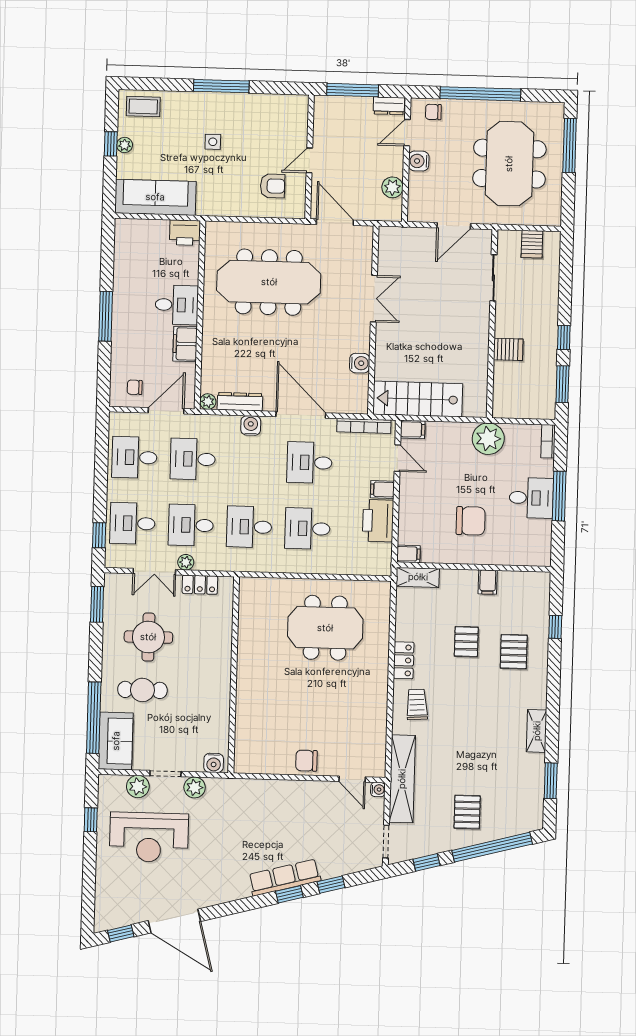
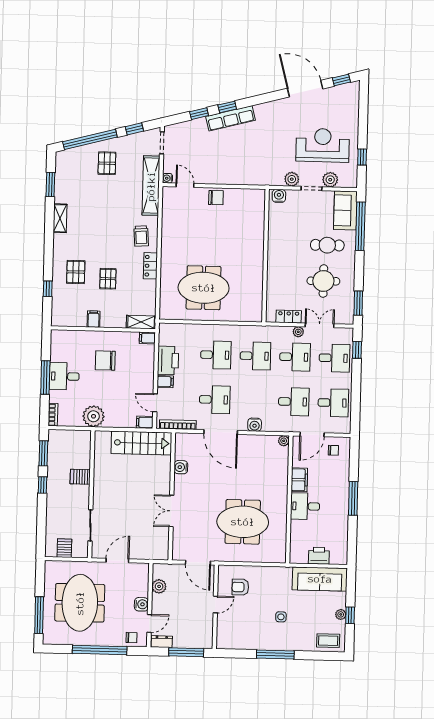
printer: (185, 233) -> (319, 556), moved
meeting table: (269, 282) -> (243, 522), width x0.73
dresser: (240, 402) -> (262, 441), removed

